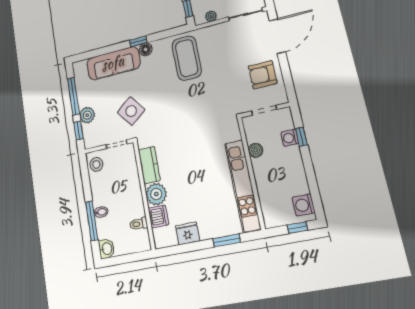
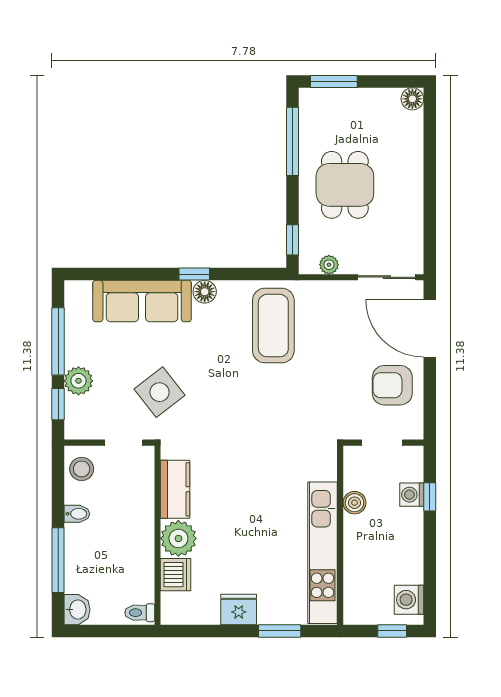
door: (277, 36) -> (430, 328), swing flipped
bidet: (101, 212) -> (77, 514), moved
toilet: (139, 224) -> (140, 613), moved
fridge: (187, 233) -> (239, 609), moved

